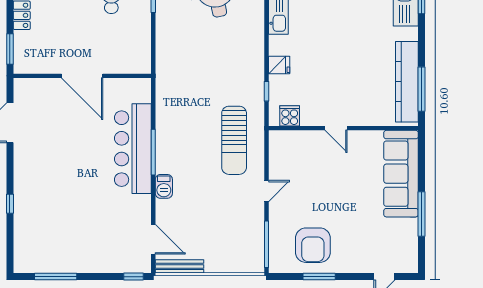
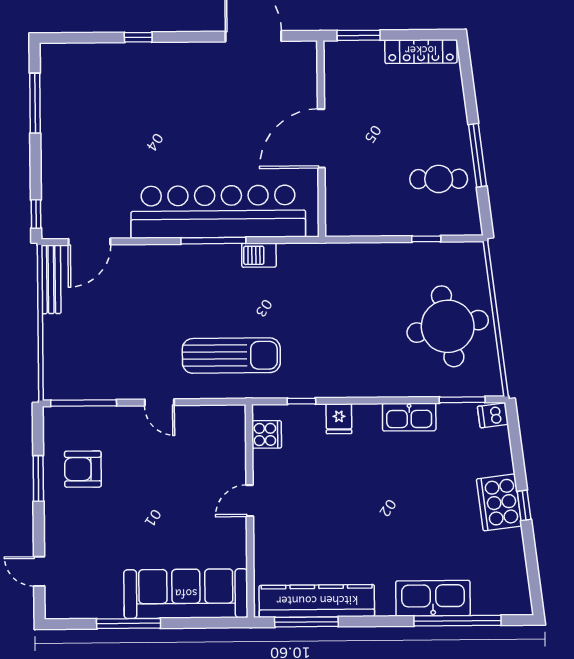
sun lounger: (234, 140) -> (231, 356), turned 180
bar counter: (133, 149) -> (218, 212), width x1.36
barbecue: (164, 186) -> (259, 255), moved
armchair: (313, 245) -> (83, 469), width x0.73, depth x0.73

